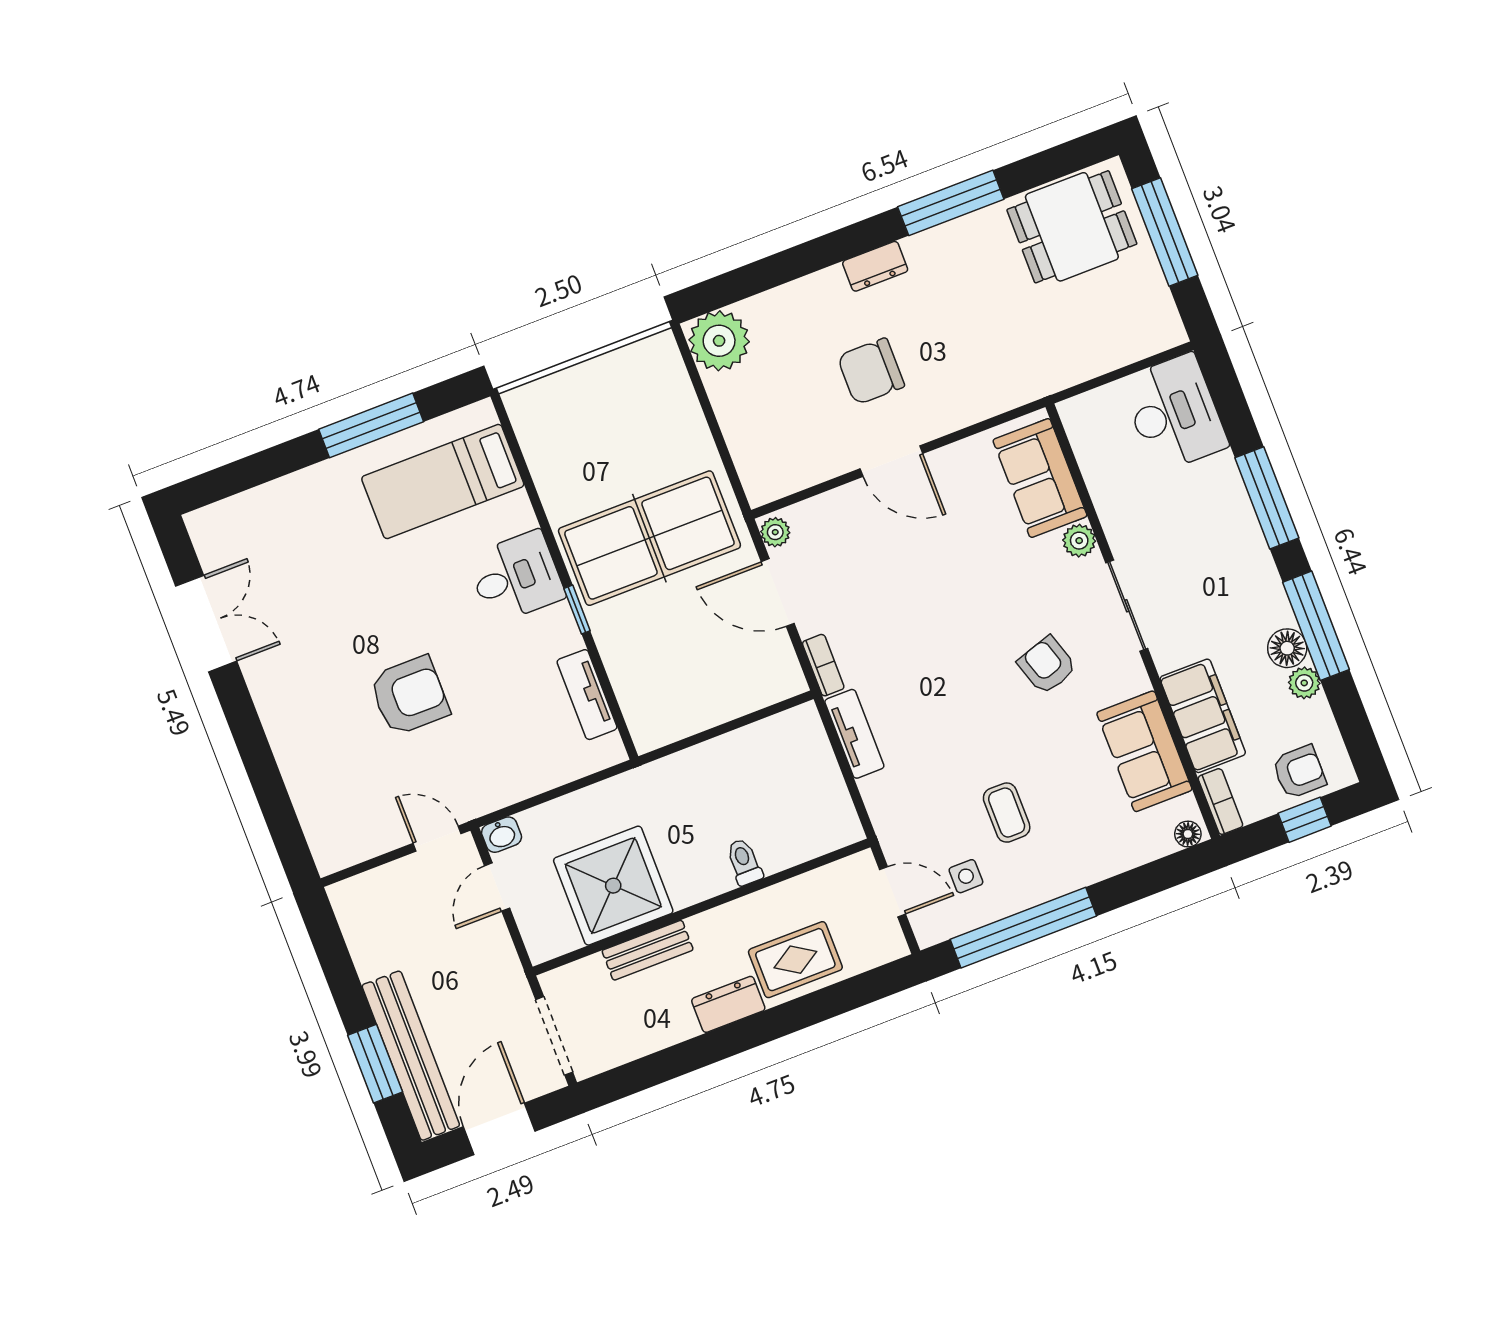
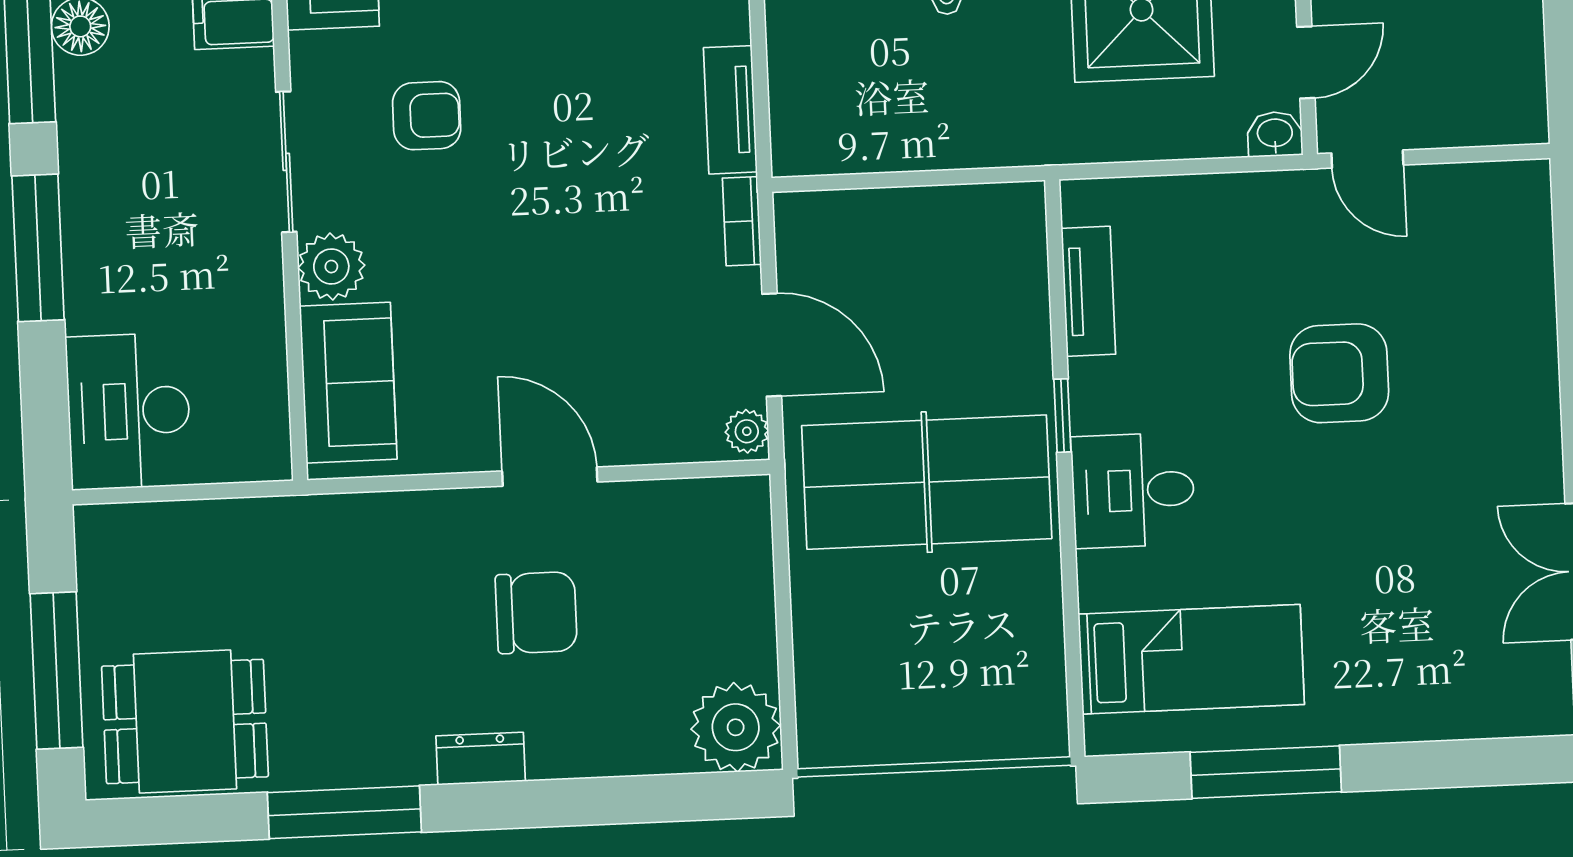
plant: (1079, 541) -> (331, 267), width x1.38, depth x1.38
armchair: (1047, 665) -> (427, 116), turned -72

